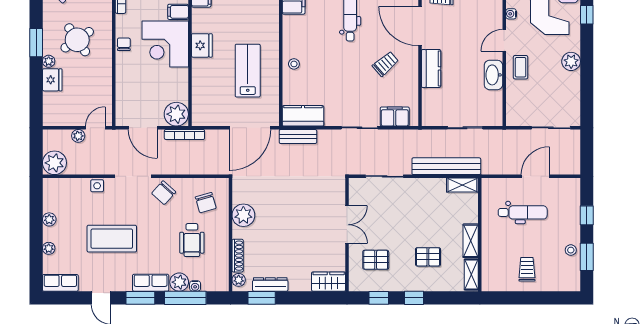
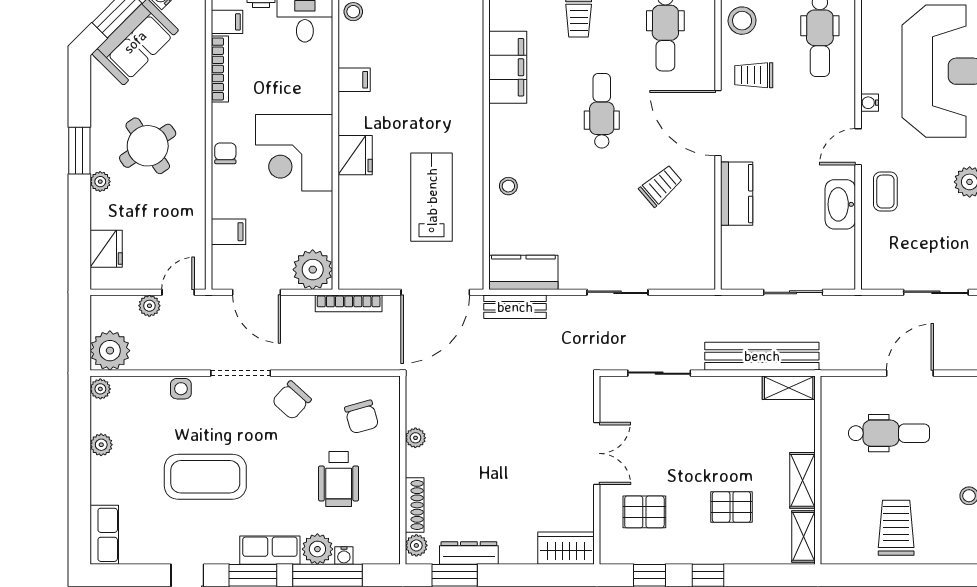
filing cabinet: (178, 12) -> (228, 232), moved, turned 180
fridge: (52, 80) -> (106, 249), moved
filing cabinet: (395, 117) -> (676, 274), removed
bookcase: (184, 135) -> (349, 303), moved
plant: (243, 215) -> (415, 438), width x0.53, depth x0.53
plant: (49, 248) -> (100, 389), moved
trolley: (527, 269) -> (896, 528), width x1.36, depth x1.39
row of seats: (60, 283) -> (104, 535), moved, turned 90

